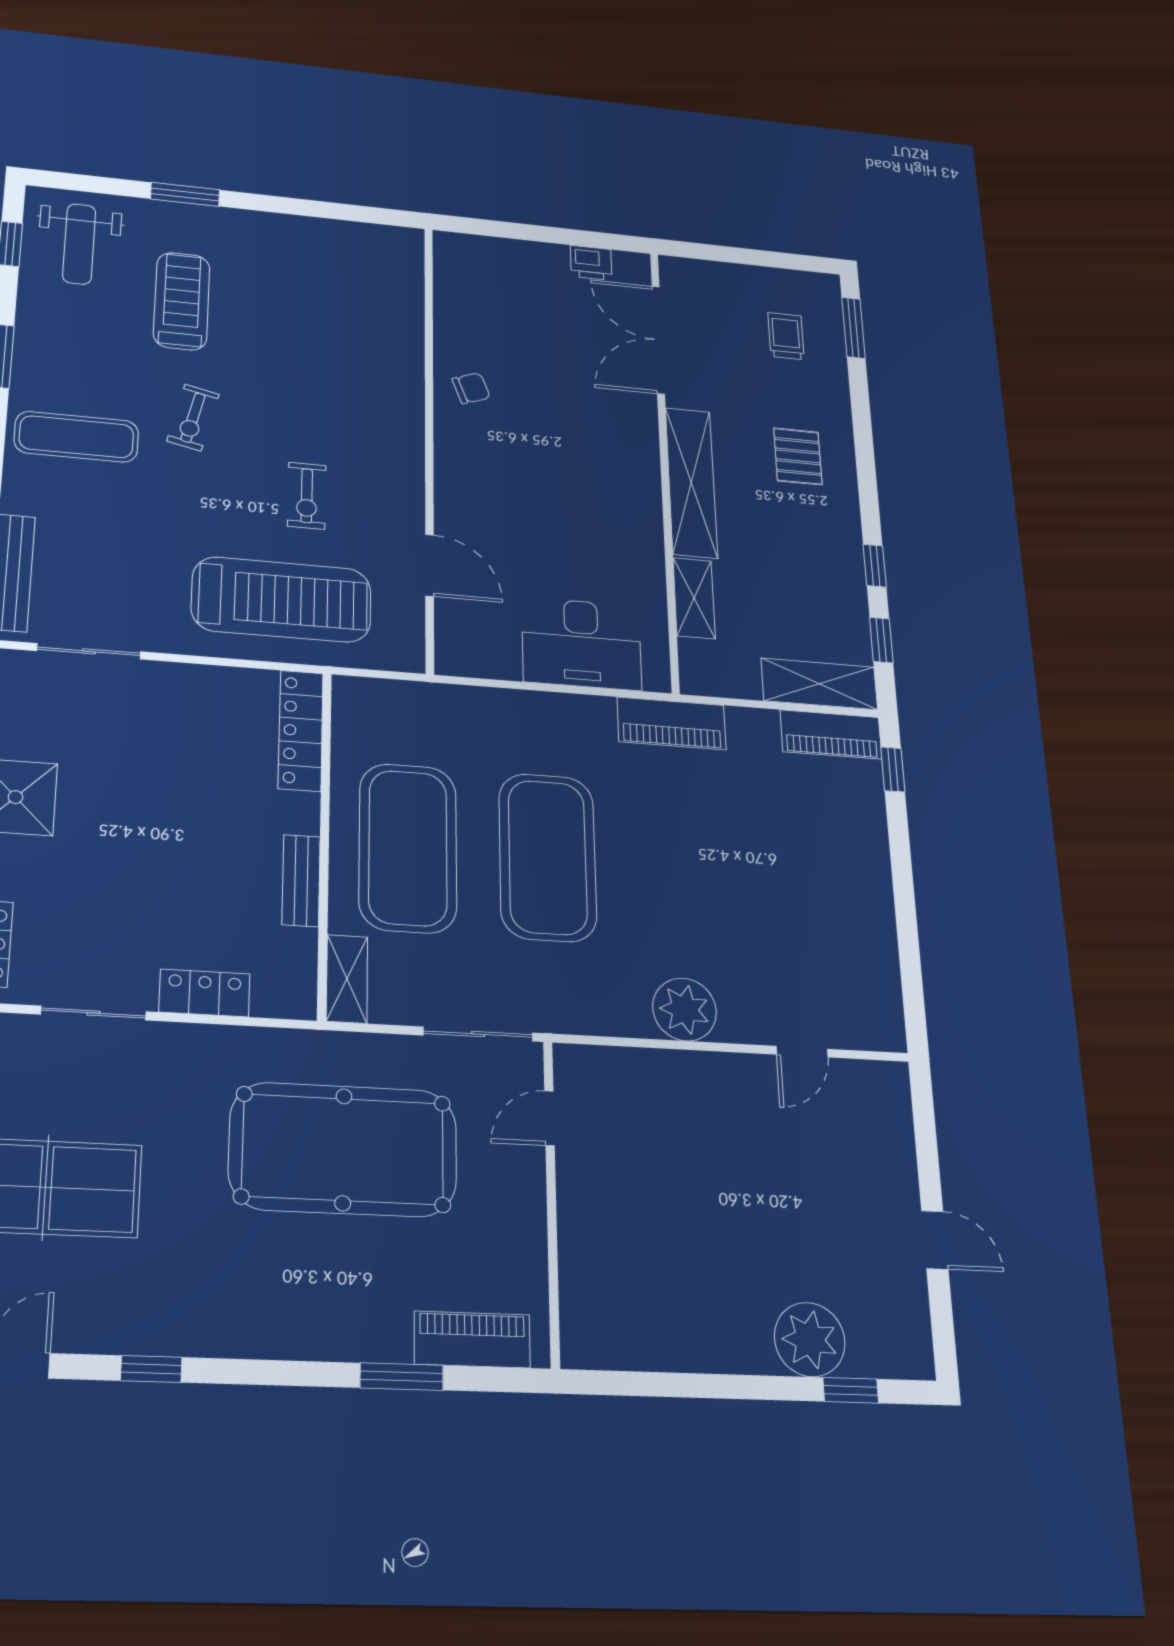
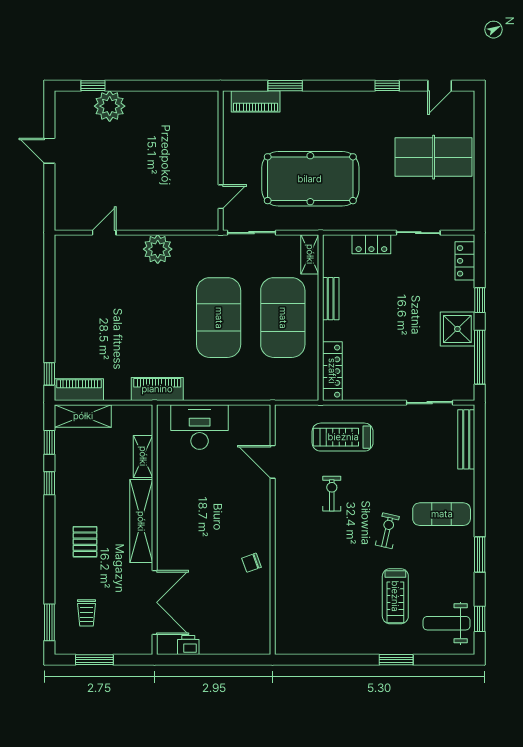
weight bench: (79, 244) -> (447, 623), turned -90
window: (766, 259) -> (94, 660), added
treadmill: (282, 600) -> (343, 437), width x0.73, depth x0.73

